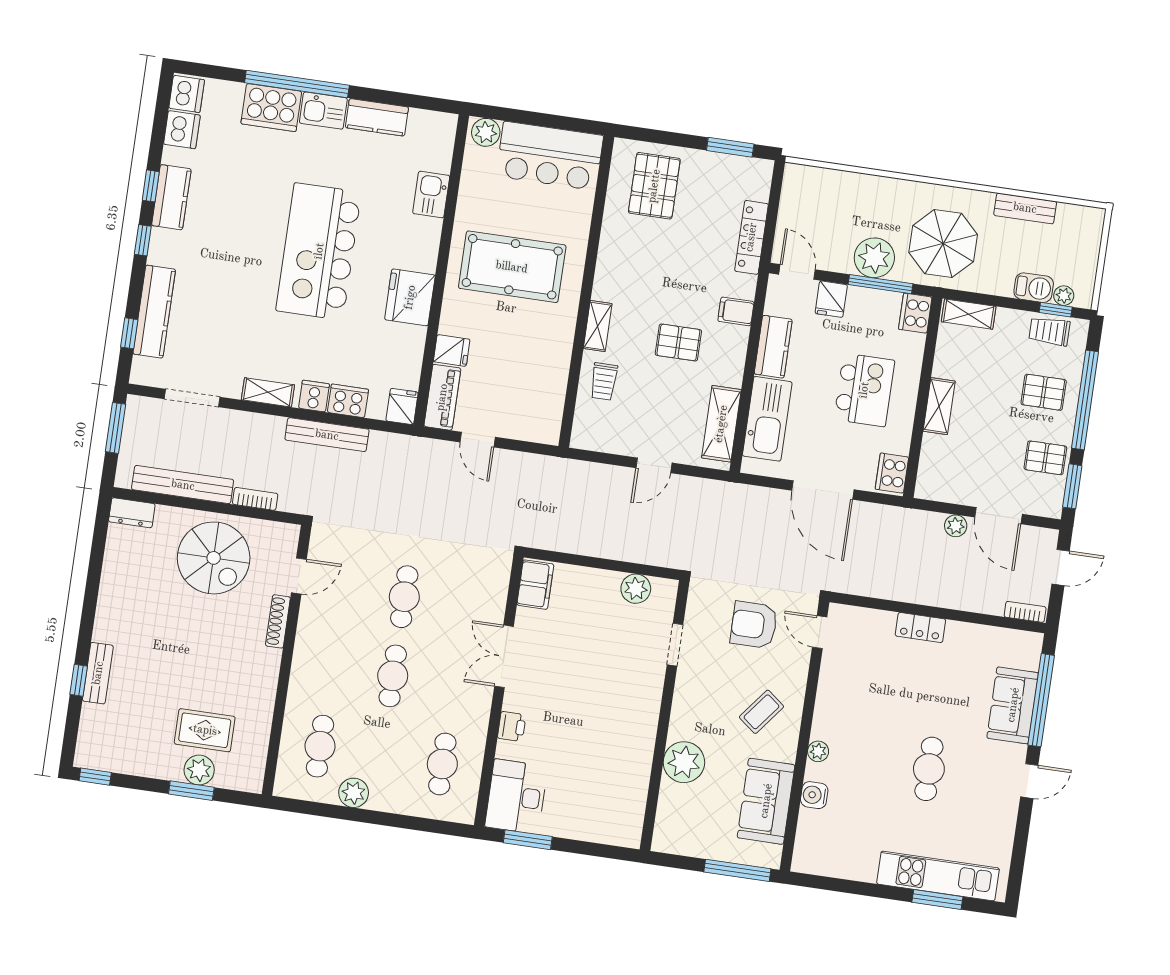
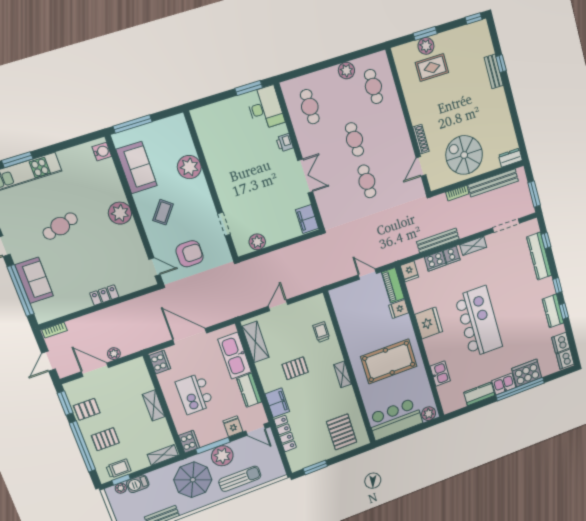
sun lounger: (866, 201) -> (240, 479), added
filing cabinet: (736, 311) -> (277, 403), width x2.00
shelving: (598, 326) -> (343, 374), moved
plant: (818, 751) -> (120, 213), width x1.87, depth x1.87
cafe table: (929, 769) -> (60, 226), turned 74
water cooler: (814, 795) -> (102, 152), moved

